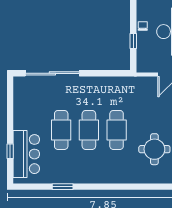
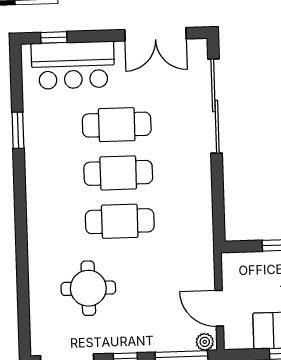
double door: (10, 106) -> (155, 34), added
window: (10, 151) -> (54, 37), moved

